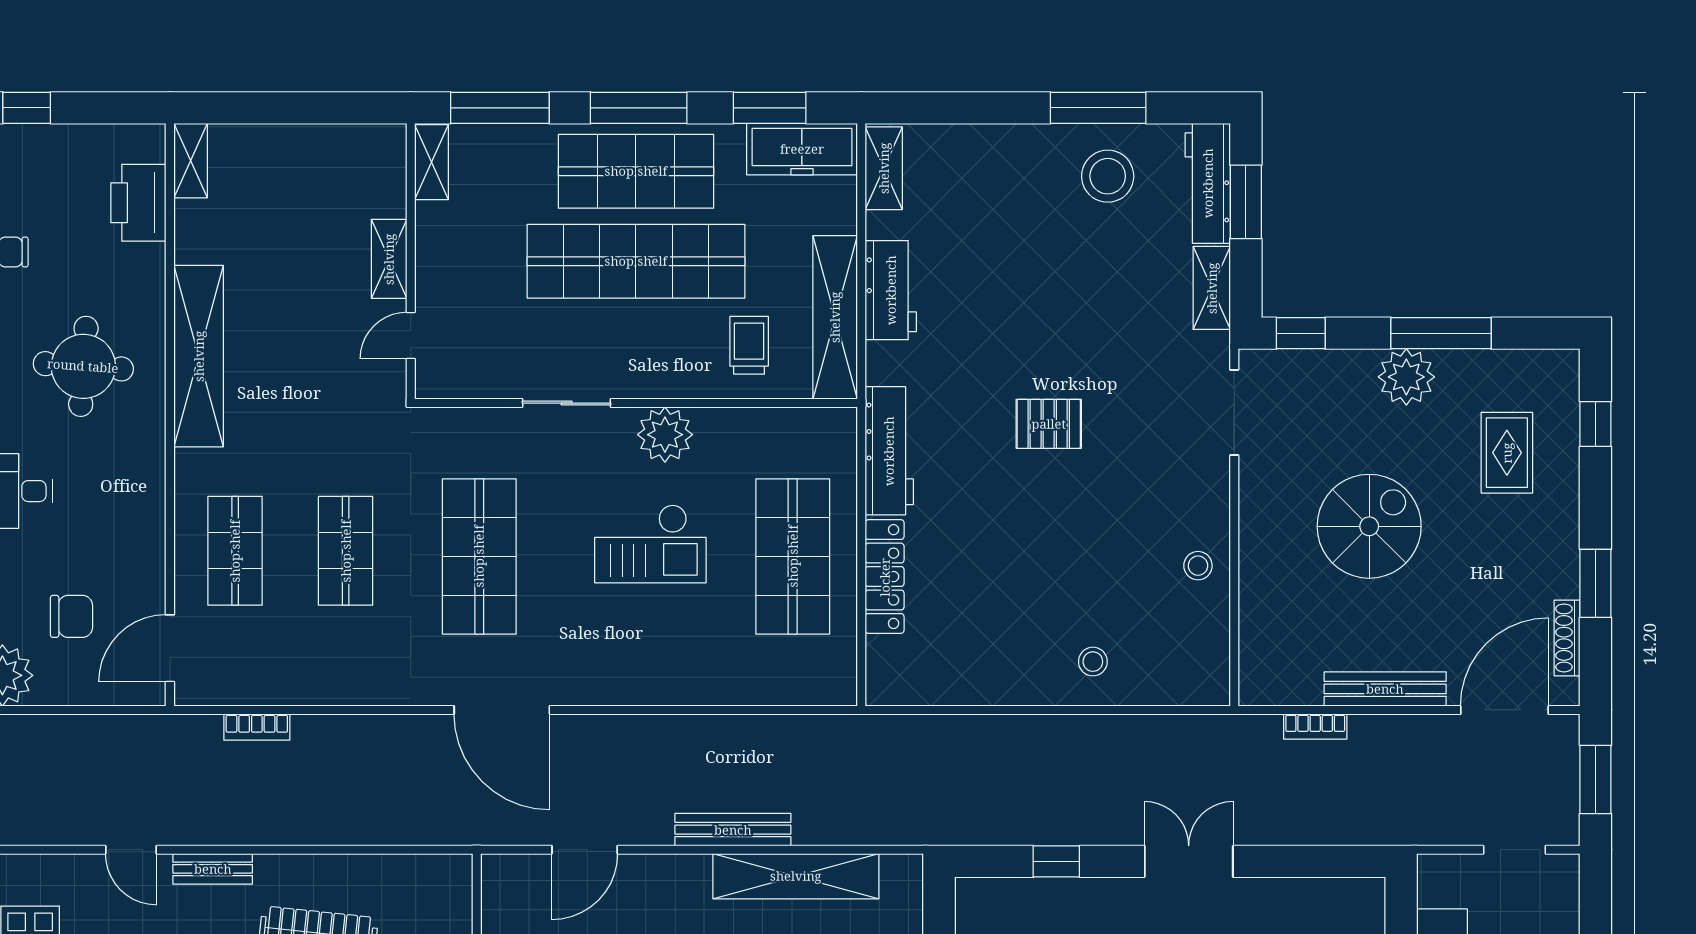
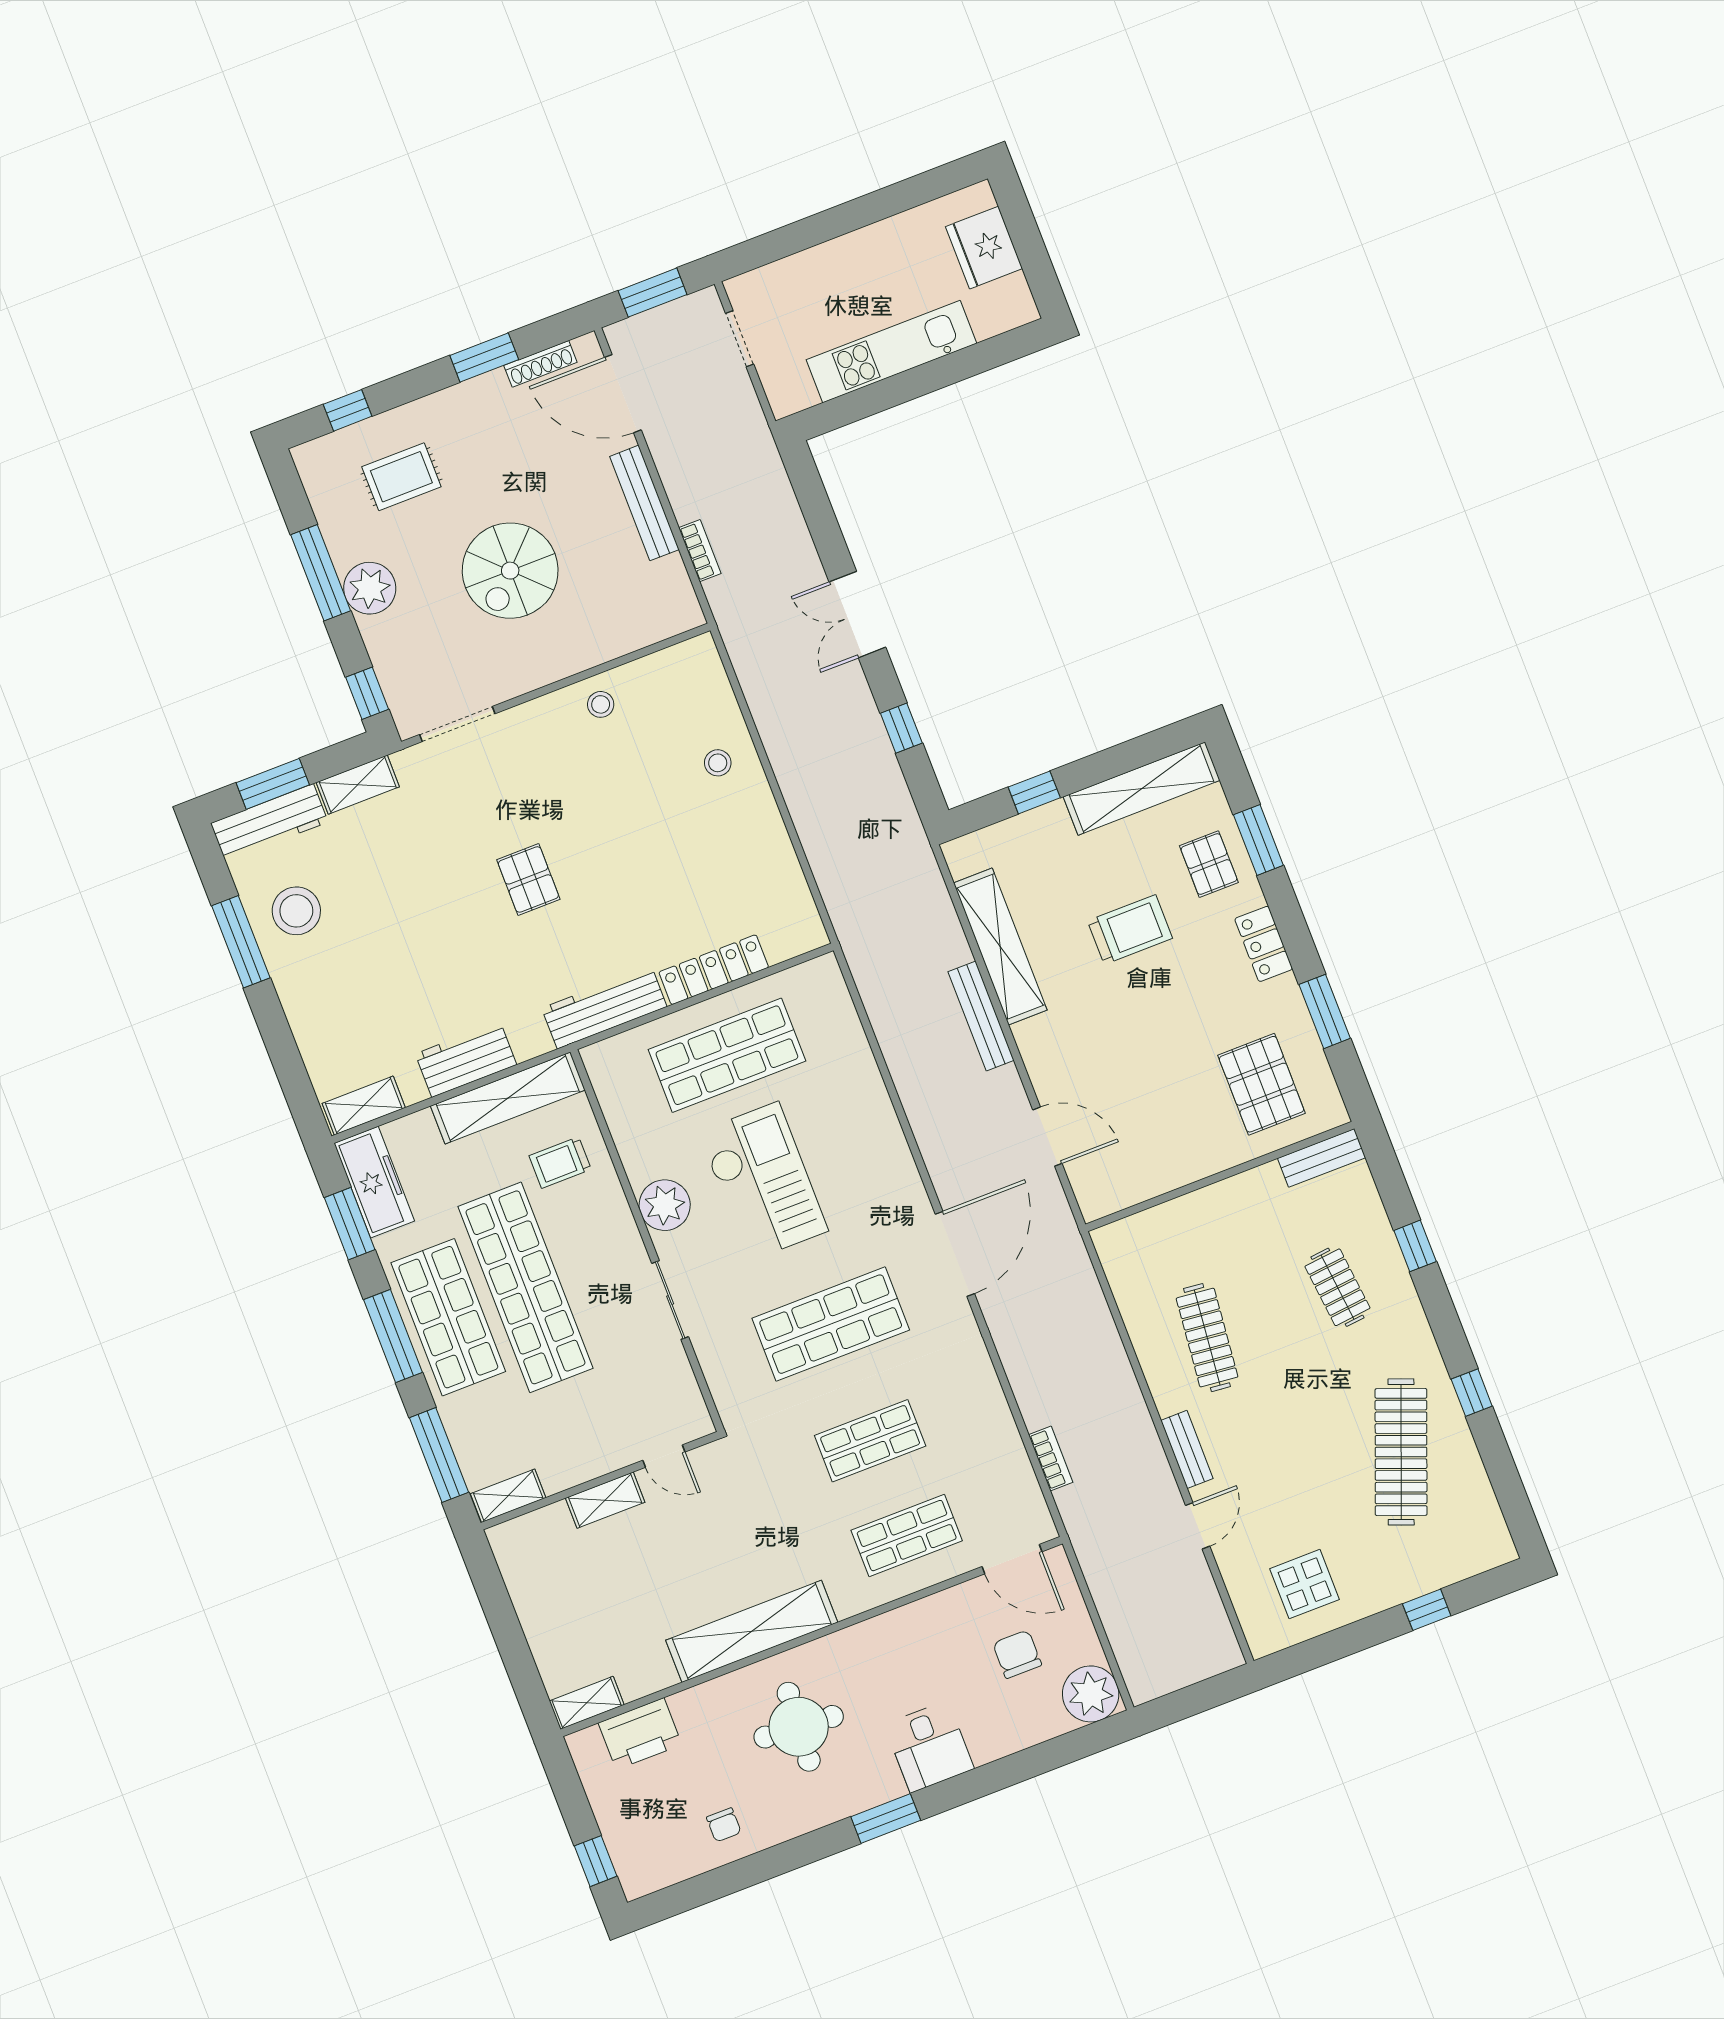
spiral stairs: (1369, 526) -> (510, 571), turned -90
checkout: (650, 544) -> (763, 1182), width x1.36, depth x1.21

